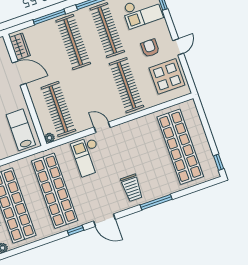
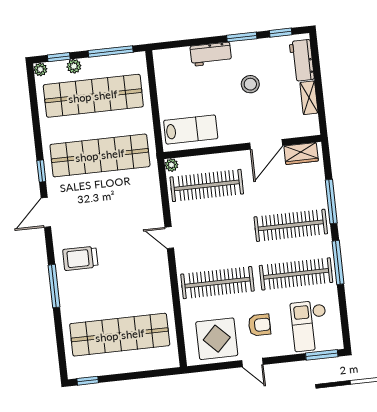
door: (102, 127) -> (169, 238), swing flipped
checkout: (88, 157) -> (135, 210), removed

